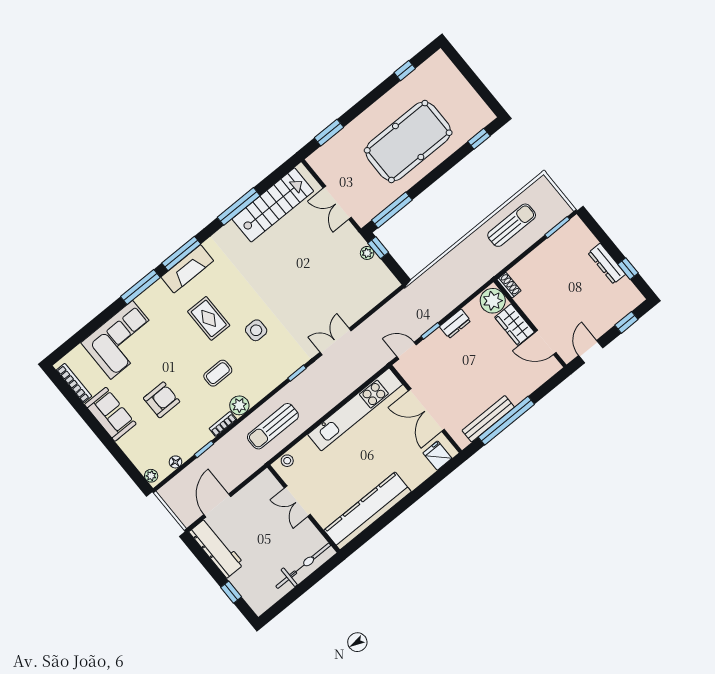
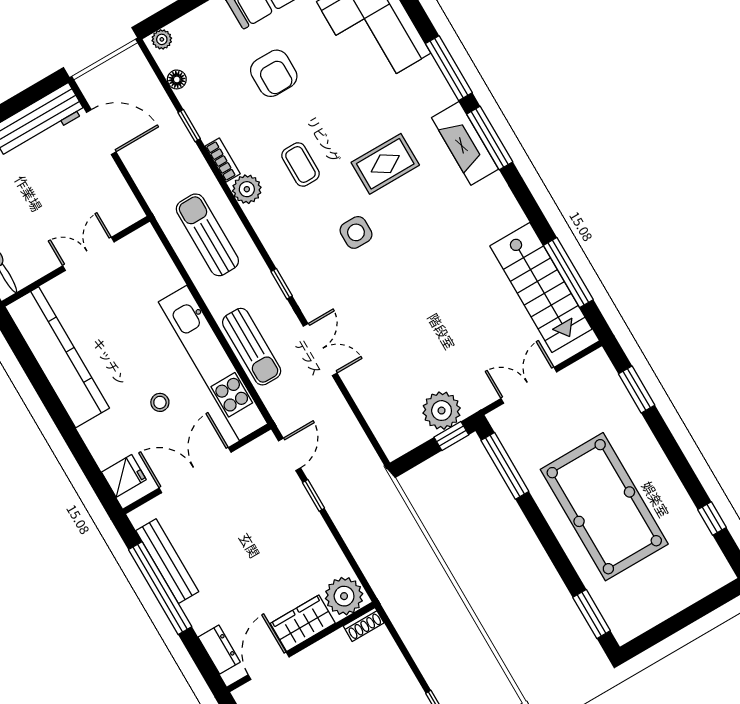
window: (479, 139) -> (592, 614), width x1.50
window: (239, 206) -> (568, 272), moved
sun lounger: (512, 225) -> (252, 347), moved
plant: (367, 253) -> (442, 411), width x1.87, depth x1.87
dresser: (455, 324) -> (219, 650), moved, turned 180
stool: (287, 461) -> (160, 402), moved

